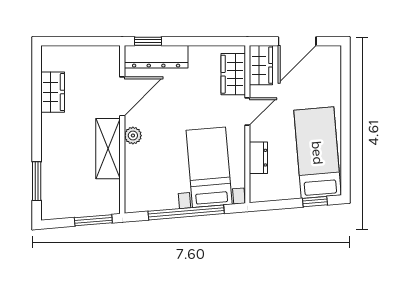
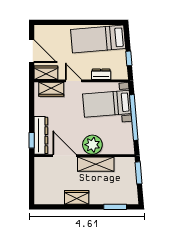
wardrobe: (53, 92) -> (77, 197), moved
plant: (133, 136) -> (92, 145), width x1.87, depth x1.87
window: (315, 202) -> (129, 58), moved

